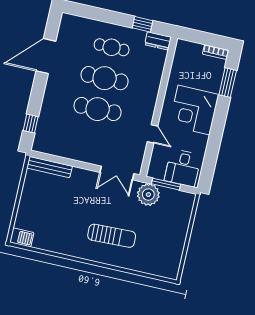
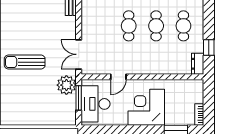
cafe table: (105, 78) -> (156, 26), width x0.73, depth x0.74
cafe table: (98, 109) -> (129, 26), width x0.73, depth x0.74
desk: (183, 168) -> (96, 104), width x1.37
sun lounger: (112, 236) -> (25, 62), turned 92

